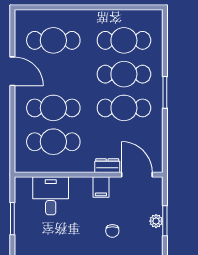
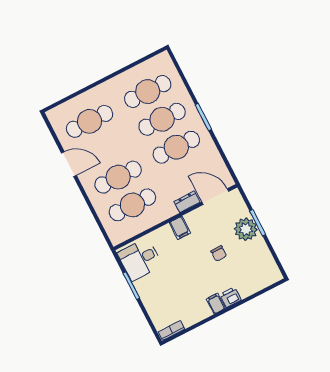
filing cabinet: (101, 187) -> (180, 228), moved
desk: (51, 196) -> (140, 259), moved, turned -90
plant: (156, 221) -> (246, 229), width x1.88, depth x1.88

